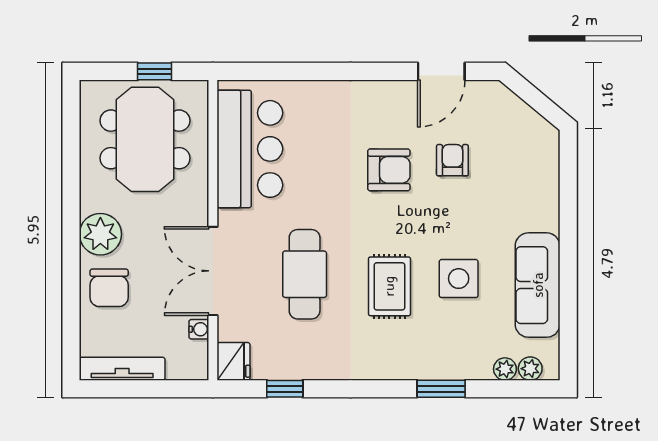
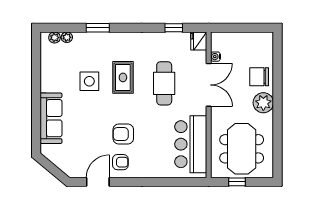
armchair: (452, 160) -> (120, 162), moved, turned -90
sofa: (538, 285) -> (51, 118), moved
chair: (109, 288) -> (259, 77), turned -90
tv unit: (122, 369) -> (253, 37), removed

